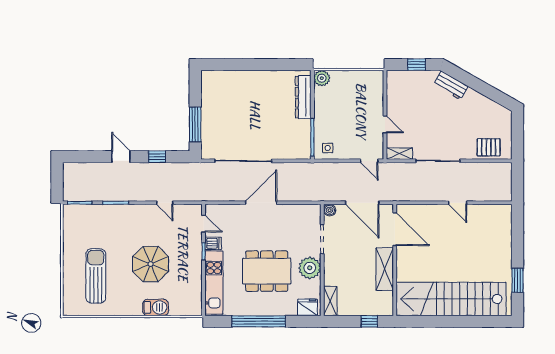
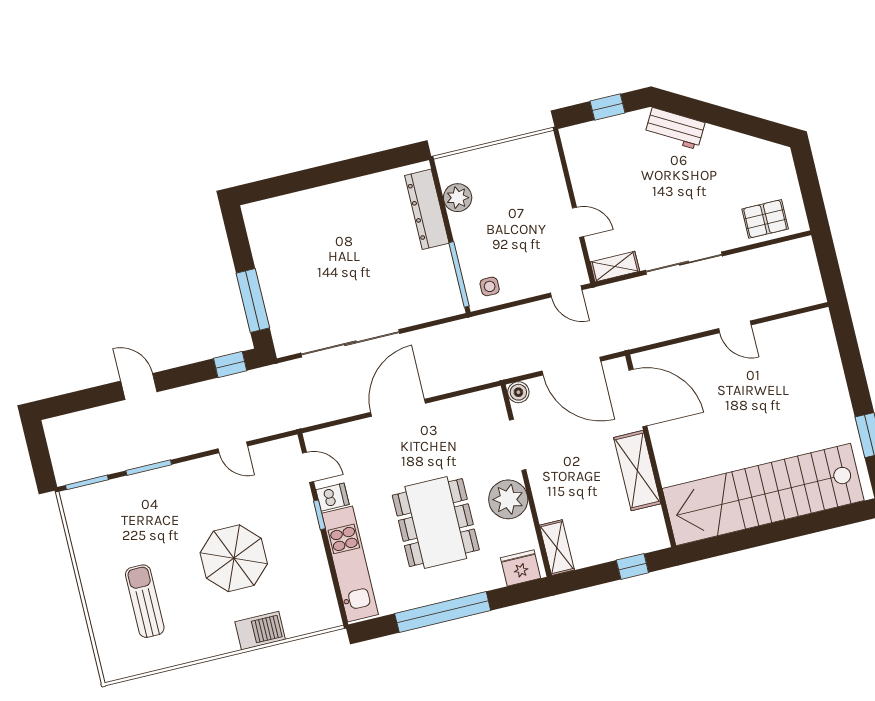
plant: (322, 78) -> (458, 198), moved
window: (157, 157) -> (230, 365), moved
dining table: (267, 271) -> (436, 523), turned 90
sun lounger: (96, 276) -> (145, 601), width x0.73, depth x0.75

